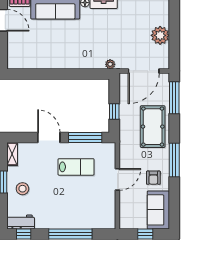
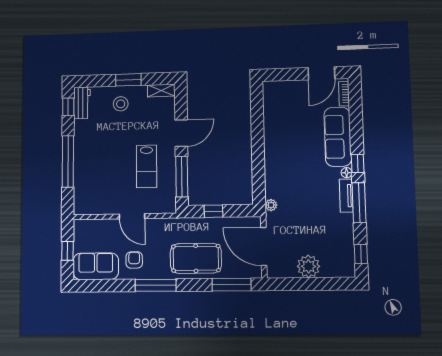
armchair: (153, 178) -> (134, 260), turned 90

